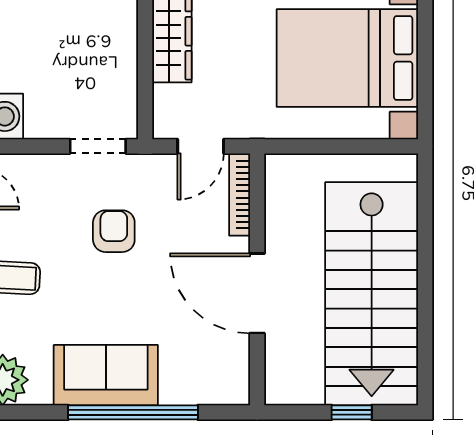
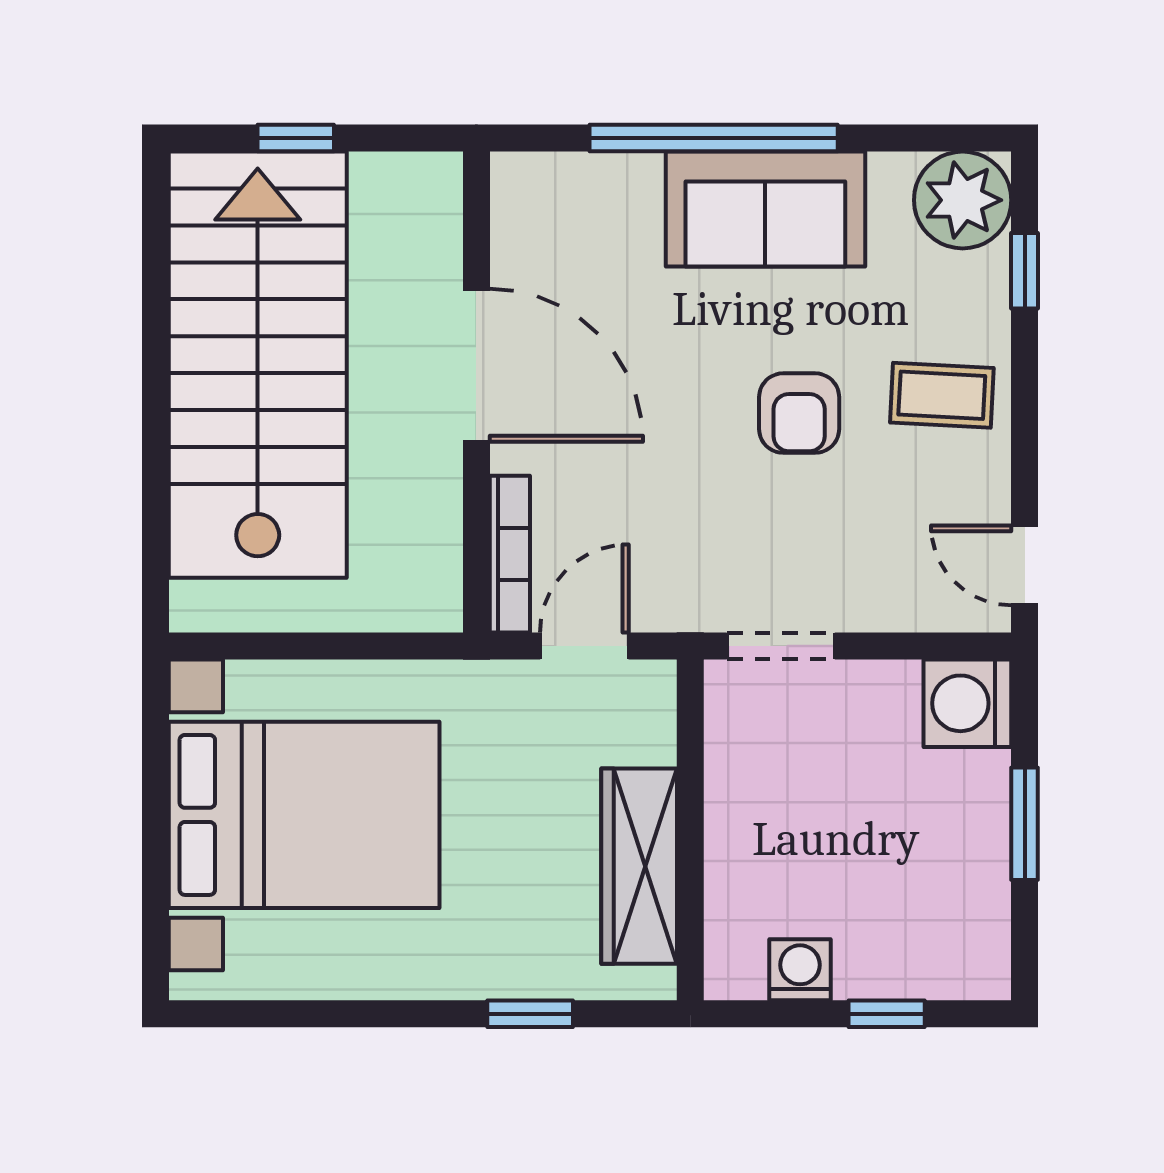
armchair: (114, 231) -> (799, 413), moved

